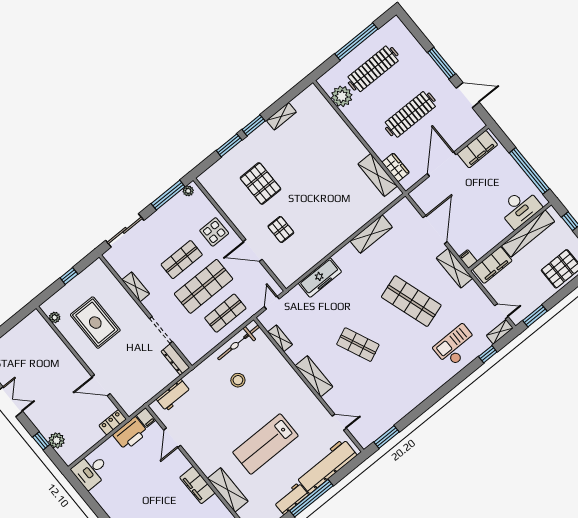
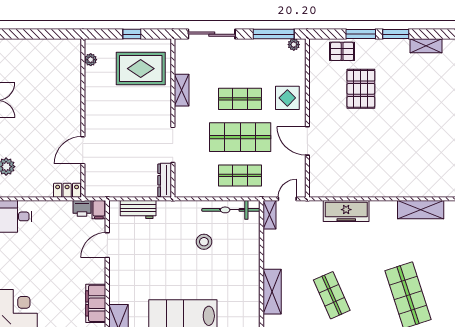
pallet: (281, 229) -> (342, 51), moved, turned 90
rug: (95, 323) -> (141, 69), moved, turned 90
shelving: (280, 338) -> (269, 215), moved
door: (101, 385) -> (83, 150), hinge flipped
printer: (130, 434) -> (82, 208), width x0.53, depth x0.68

